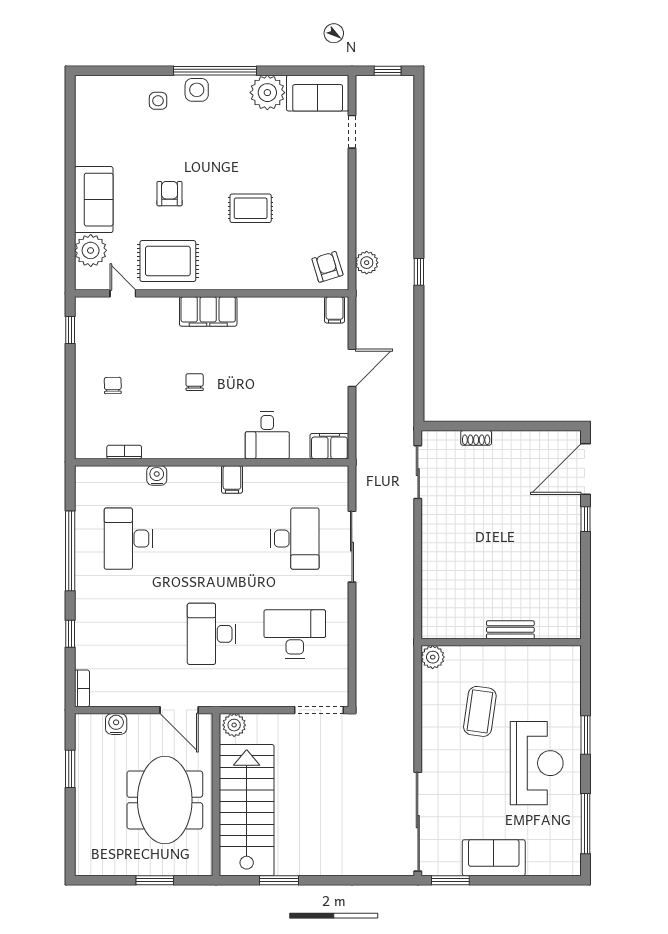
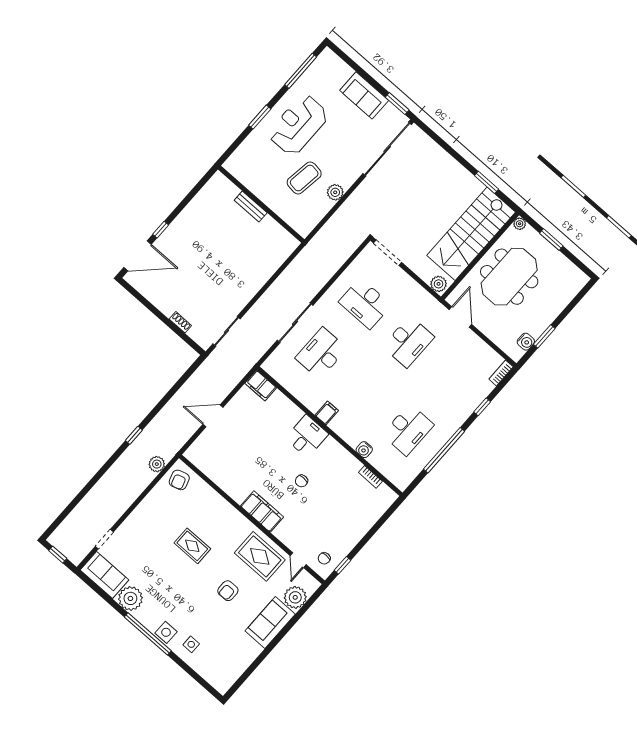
filing cabinet: (334, 310) -> (195, 454), removed
chair: (113, 385) -> (324, 558), moved
desk: (267, 435) -> (307, 436), moved
plant: (433, 657) -> (335, 192), moved
water cooler: (116, 724) -> (526, 342), moved, turned -90
plant: (204, 867) -> (520, 224), added

